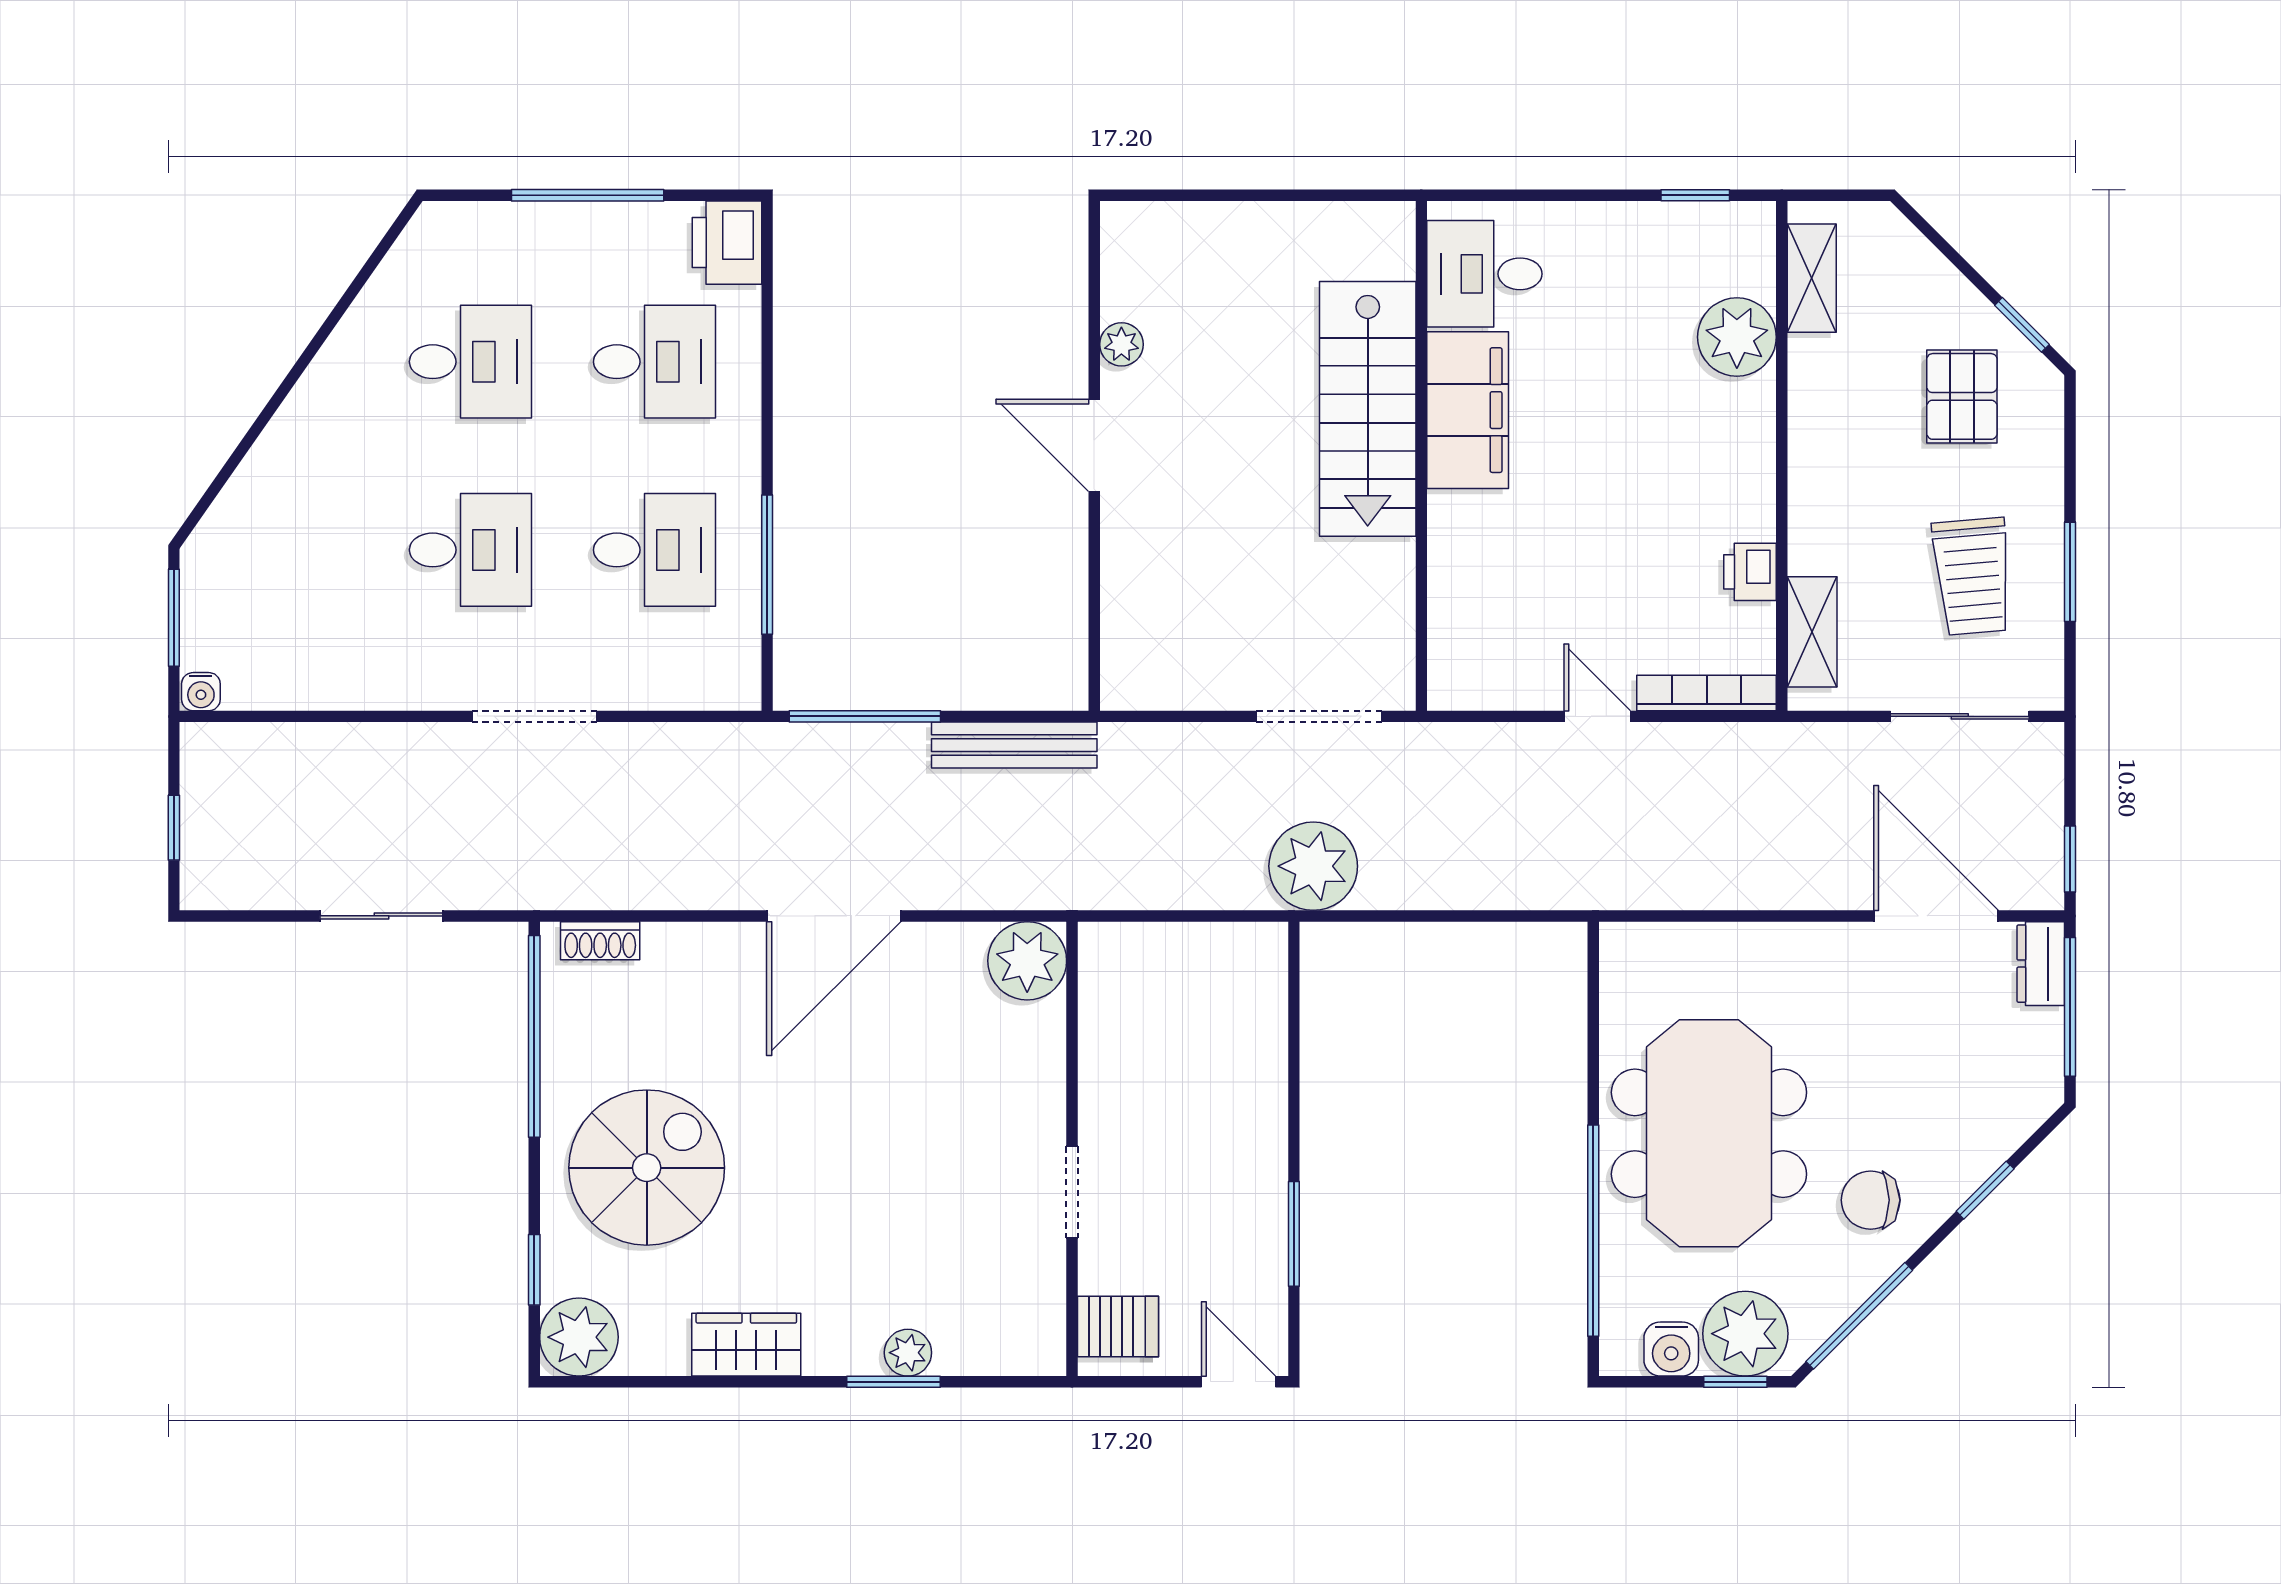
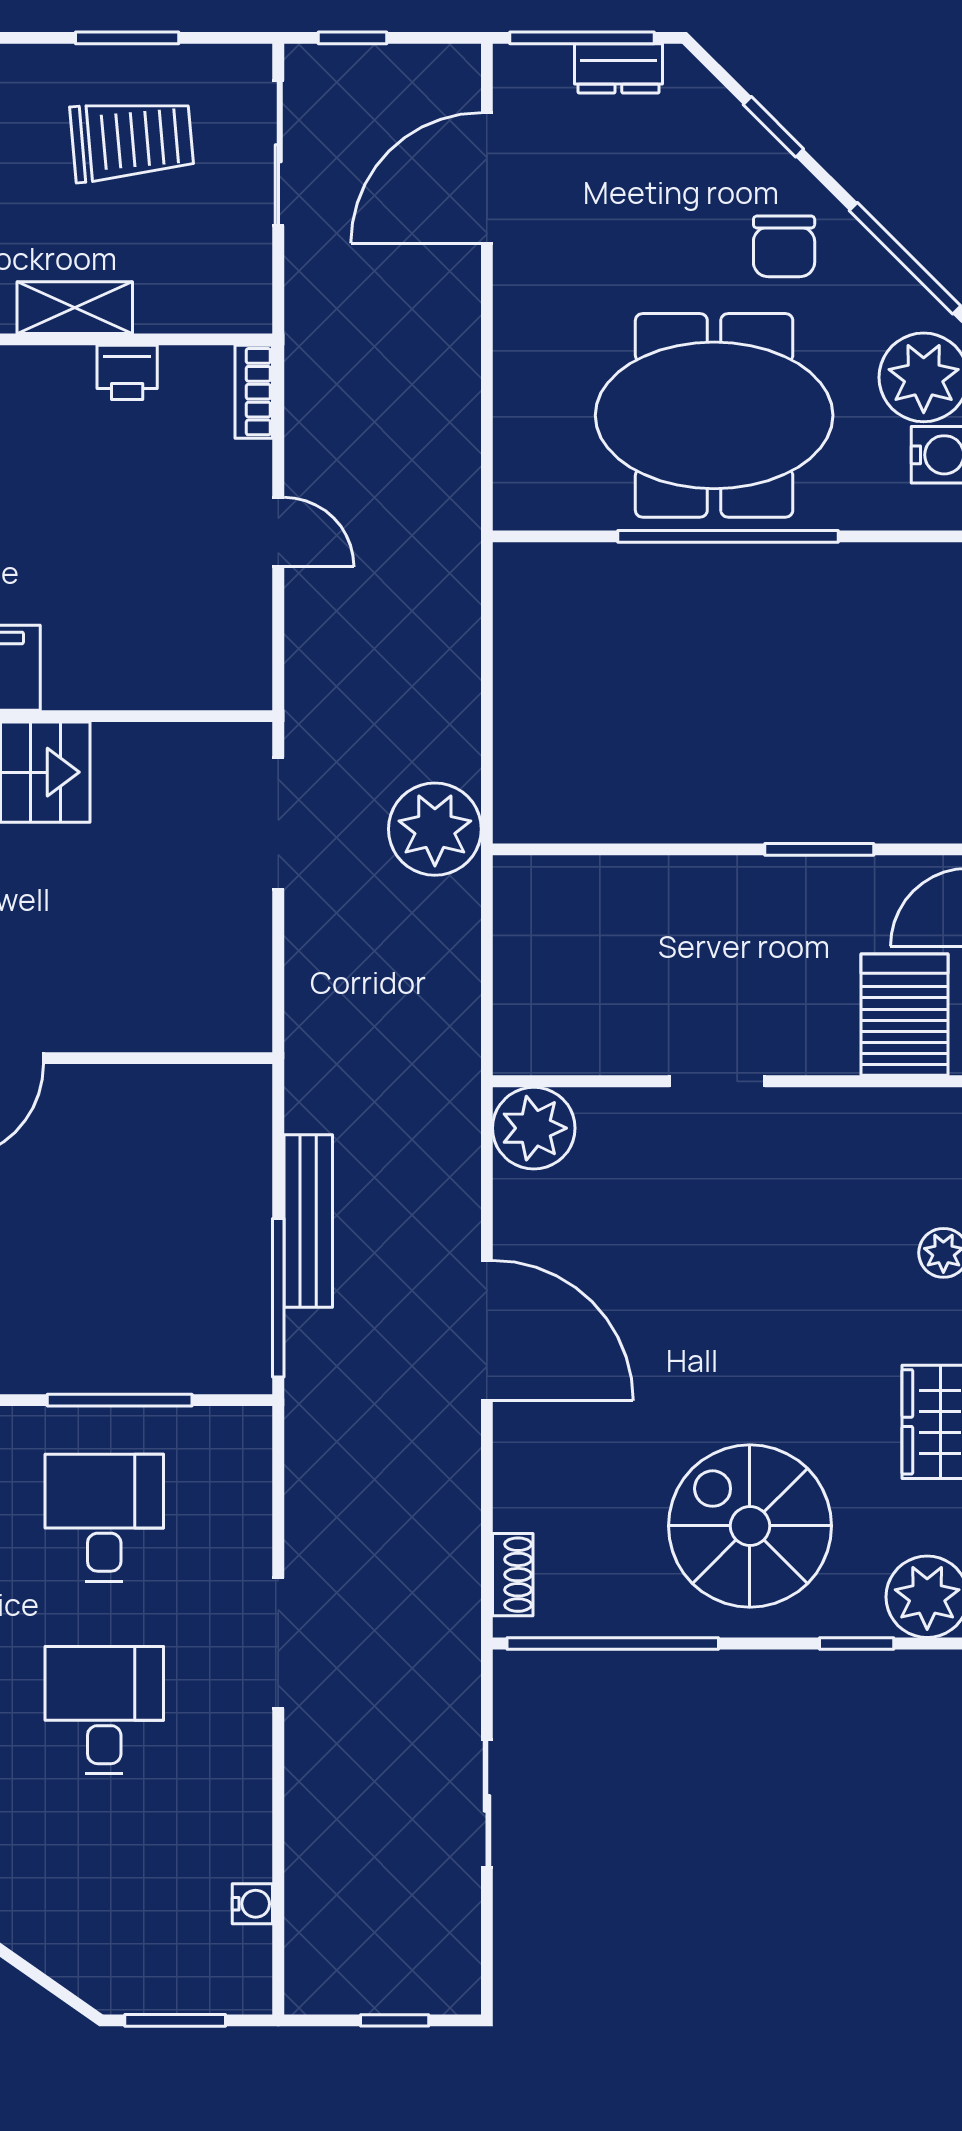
shelving: (1812, 632) -> (75, 308), moved
water cooler: (201, 692) -> (252, 1904), moved
bookcase: (1707, 693) -> (254, 392), width x0.64
door: (1597, 716) -> (278, 532), swing flipped
bench: (1014, 745) -> (308, 1221), moved
window: (2070, 859) -> (352, 38), moved
dresser: (2041, 964) -> (618, 68), moved
doorway: (1072, 1192) -> (717, 1081), moved
window: (1593, 1231) -> (728, 536), moved
server rack: (1118, 1326) -> (904, 1015), width x1.36, depth x1.44

